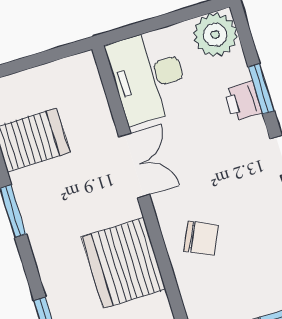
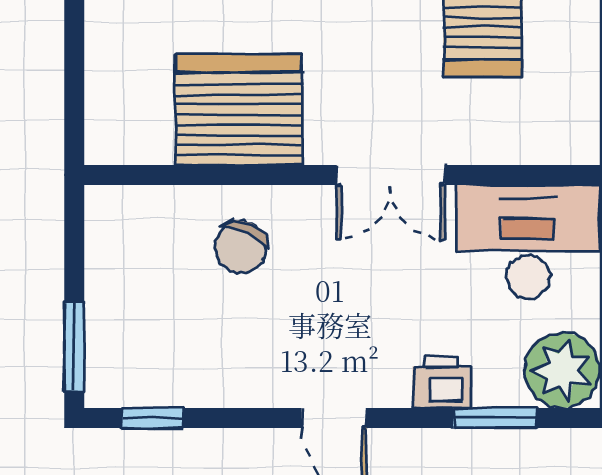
window: (261, 89) -> (495, 418), moved

